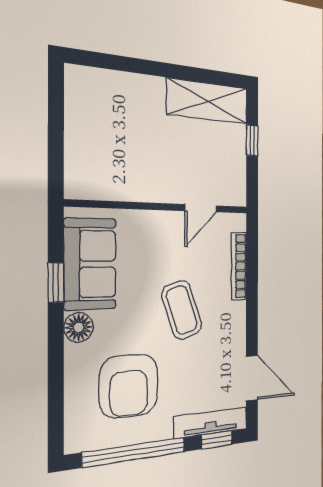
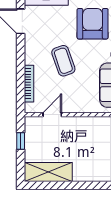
window: (252, 140) -> (21, 141), moved

